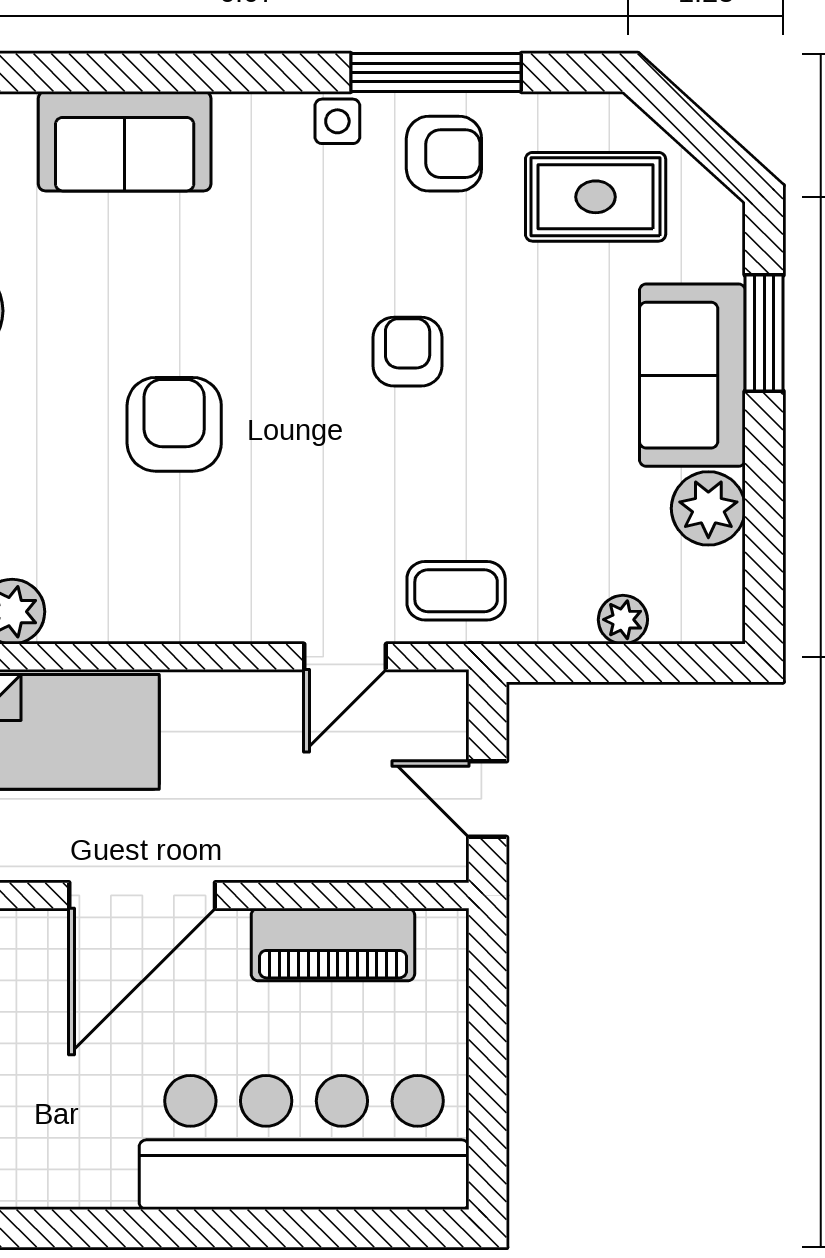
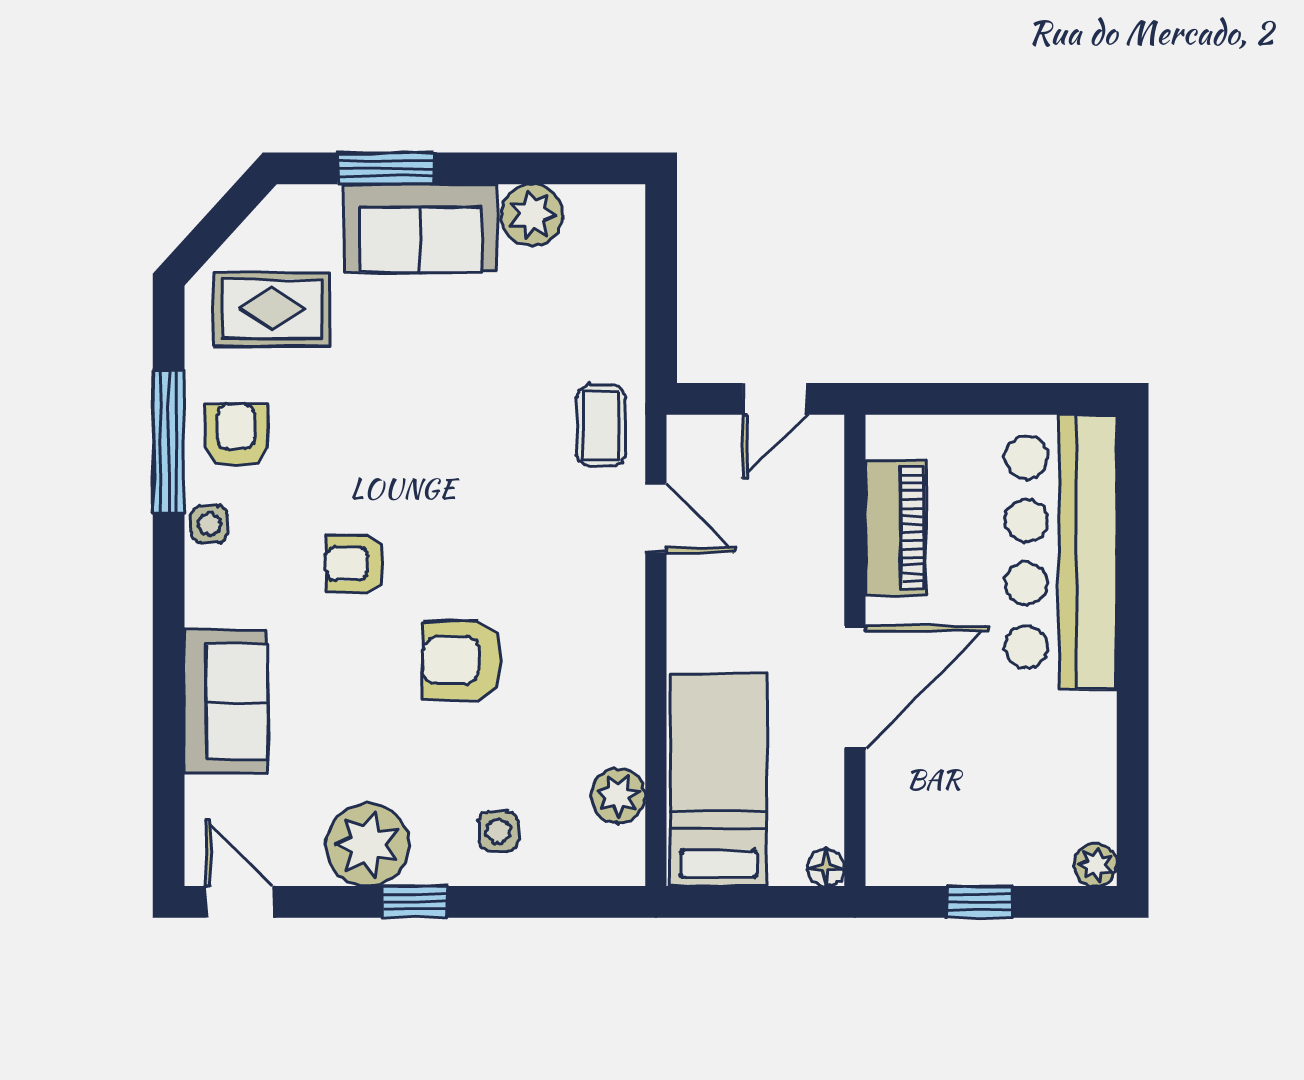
rug: (596, 197) -> (272, 309), turned 90
armchair: (408, 352) -> (355, 564), moved
plant: (623, 620) -> (625, 286), removed
door: (142, 895) -> (855, 687), hinge flipped

